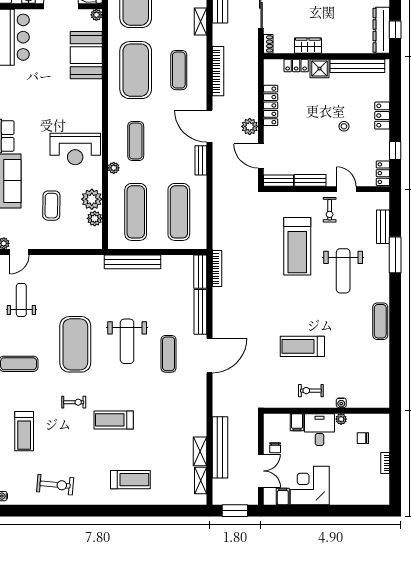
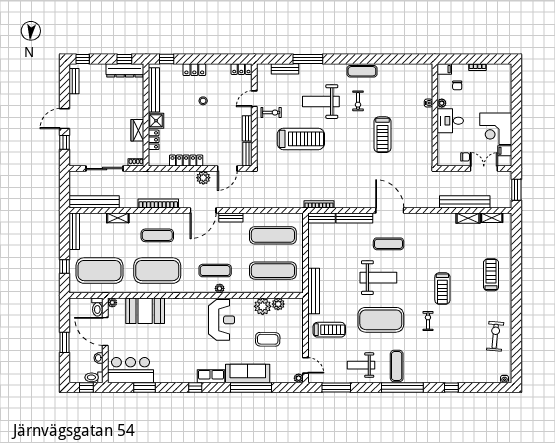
window: (395, 151) -> (167, 59), moved
plant: (114, 168) -> (220, 288), moved
bench: (133, 262) -> (314, 291), moved
weight bench: (343, 271) -> (321, 102), turned 180
weight bench: (21, 300) -> (361, 365), moved
exercise bike: (311, 391) -> (358, 101), moved
filing cabinet: (297, 422) -> (444, 69), moved
treadmill: (24, 431) -> (329, 330), moved

